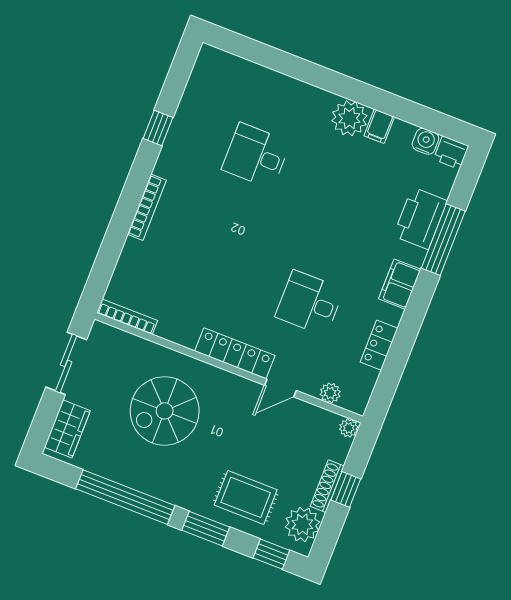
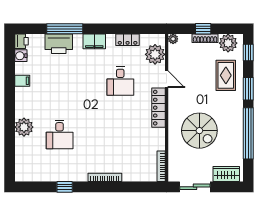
plant: (349, 118) -> (24, 127), moved
plant: (330, 393) -> (155, 54), width x1.88, depth x1.88

